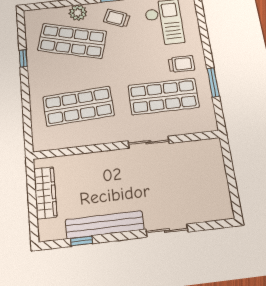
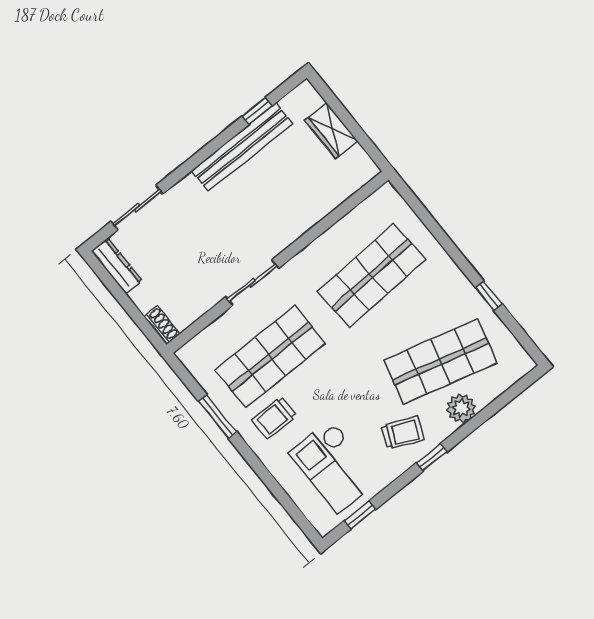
shoe rack: (216, 150) -> (162, 325), added
wardrobe: (45, 193) -> (331, 130), width x0.67
dresser: (224, 200) -> (117, 266), added
sliding door: (167, 231) -> (137, 208), moved

